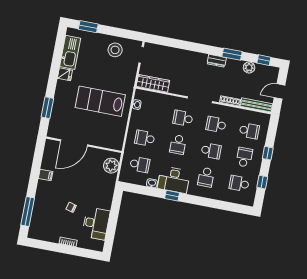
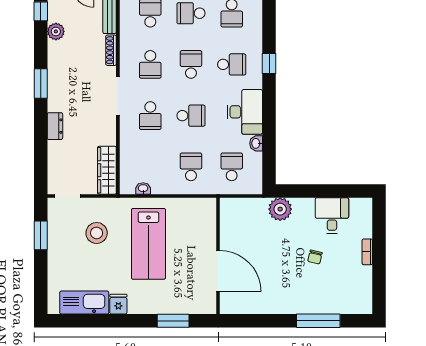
window: (88, 27) -> (41, 235), moved
stool: (115, 50) -> (97, 233), moved
window: (232, 54) -> (41, 83), moved
dresser: (217, 61) -> (55, 126), moved
school desk: (145, 138) -> (191, 167), turned 180
plant: (111, 166) -> (280, 209), moved
filing cabinet: (46, 175) -> (274, 304), removed
window: (172, 196) -> (269, 64), moved
window: (28, 211) -> (318, 321), moved
desk: (96, 223) -> (332, 215), width x0.73

